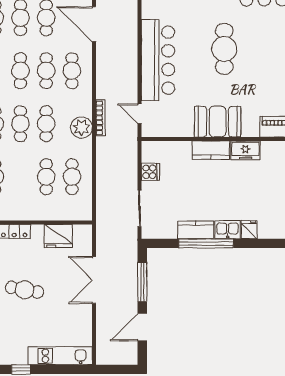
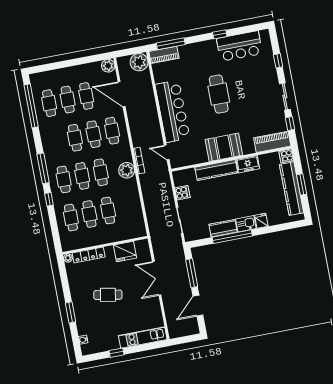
kitchen counter: (211, 150) -> (216, 170), width x1.50
cafe table: (72, 177) -> (89, 214), moved

